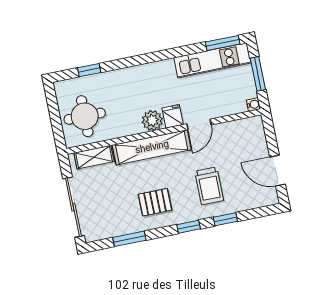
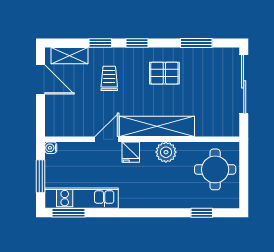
plant: (152, 120) -> (166, 152), moved
shelving: (94, 157) -> (69, 56), moved
trolley: (209, 186) -> (109, 78), width x0.73, depth x0.72

